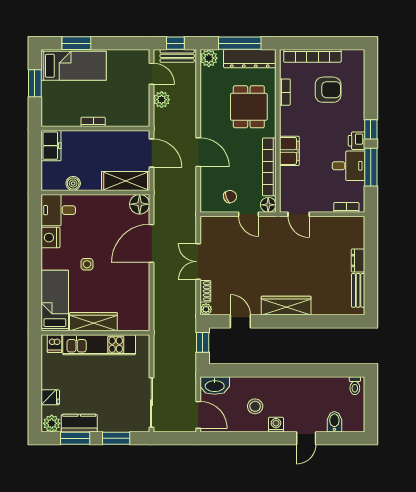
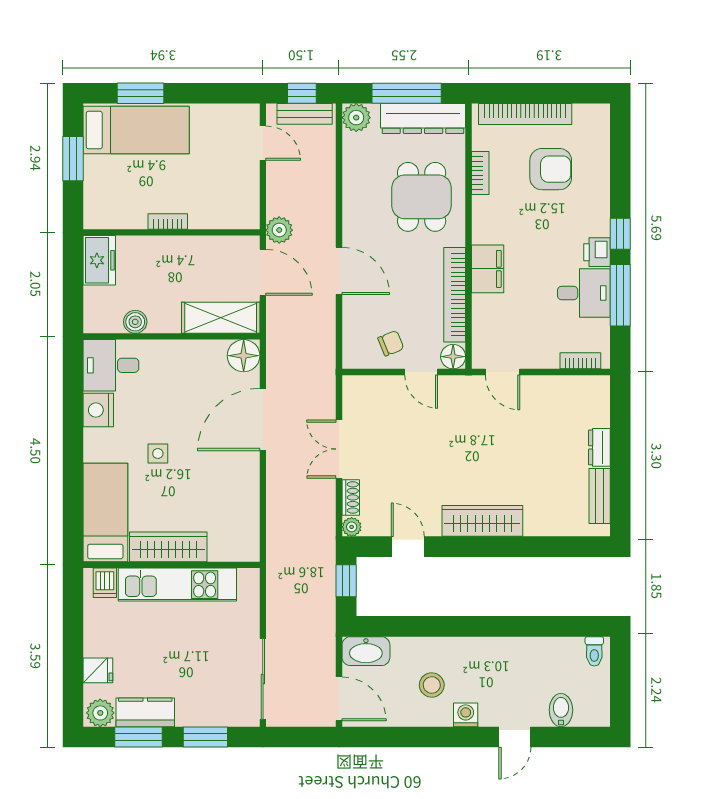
plant: (162, 100) -> (279, 230), moved

